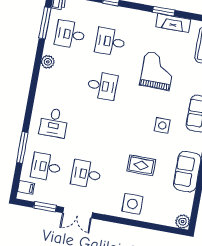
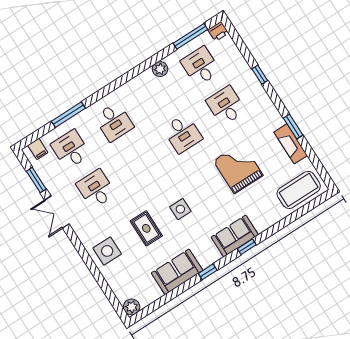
grand piano: (157, 71) -> (238, 168), turned -90
desk: (54, 123) -> (114, 122), turned -90
side table: (162, 125) -> (180, 209), moved

